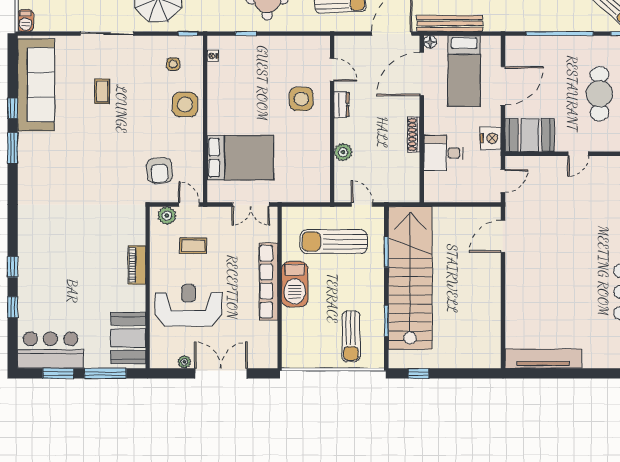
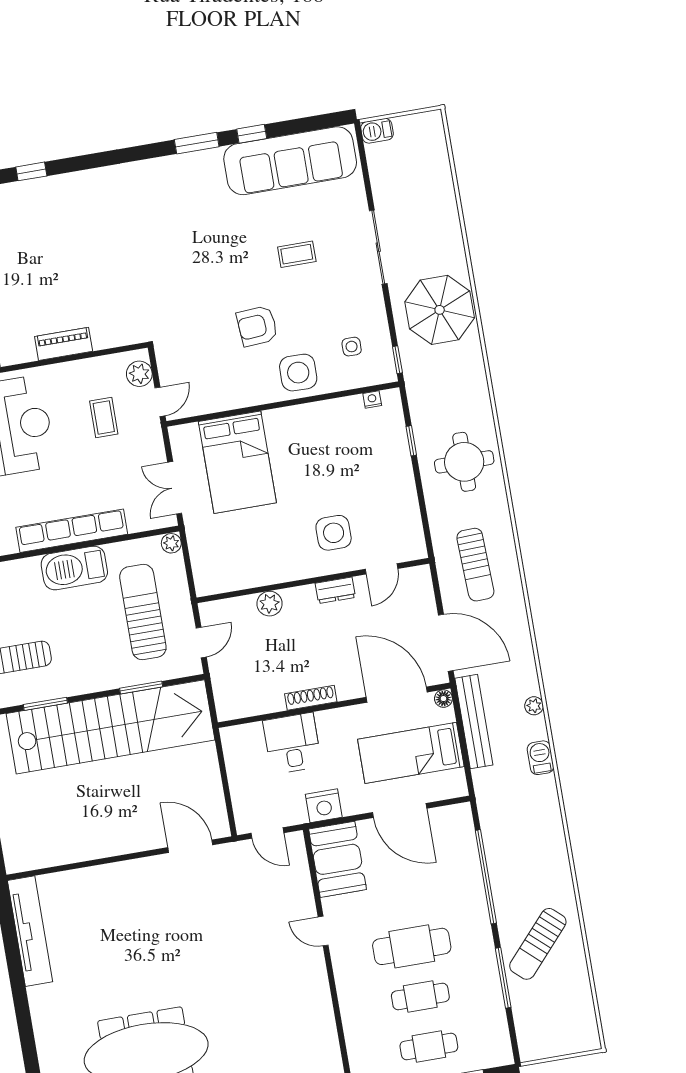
armchair: (160, 170) -> (257, 326), moved
plant: (289, 214) -> (171, 543), added

